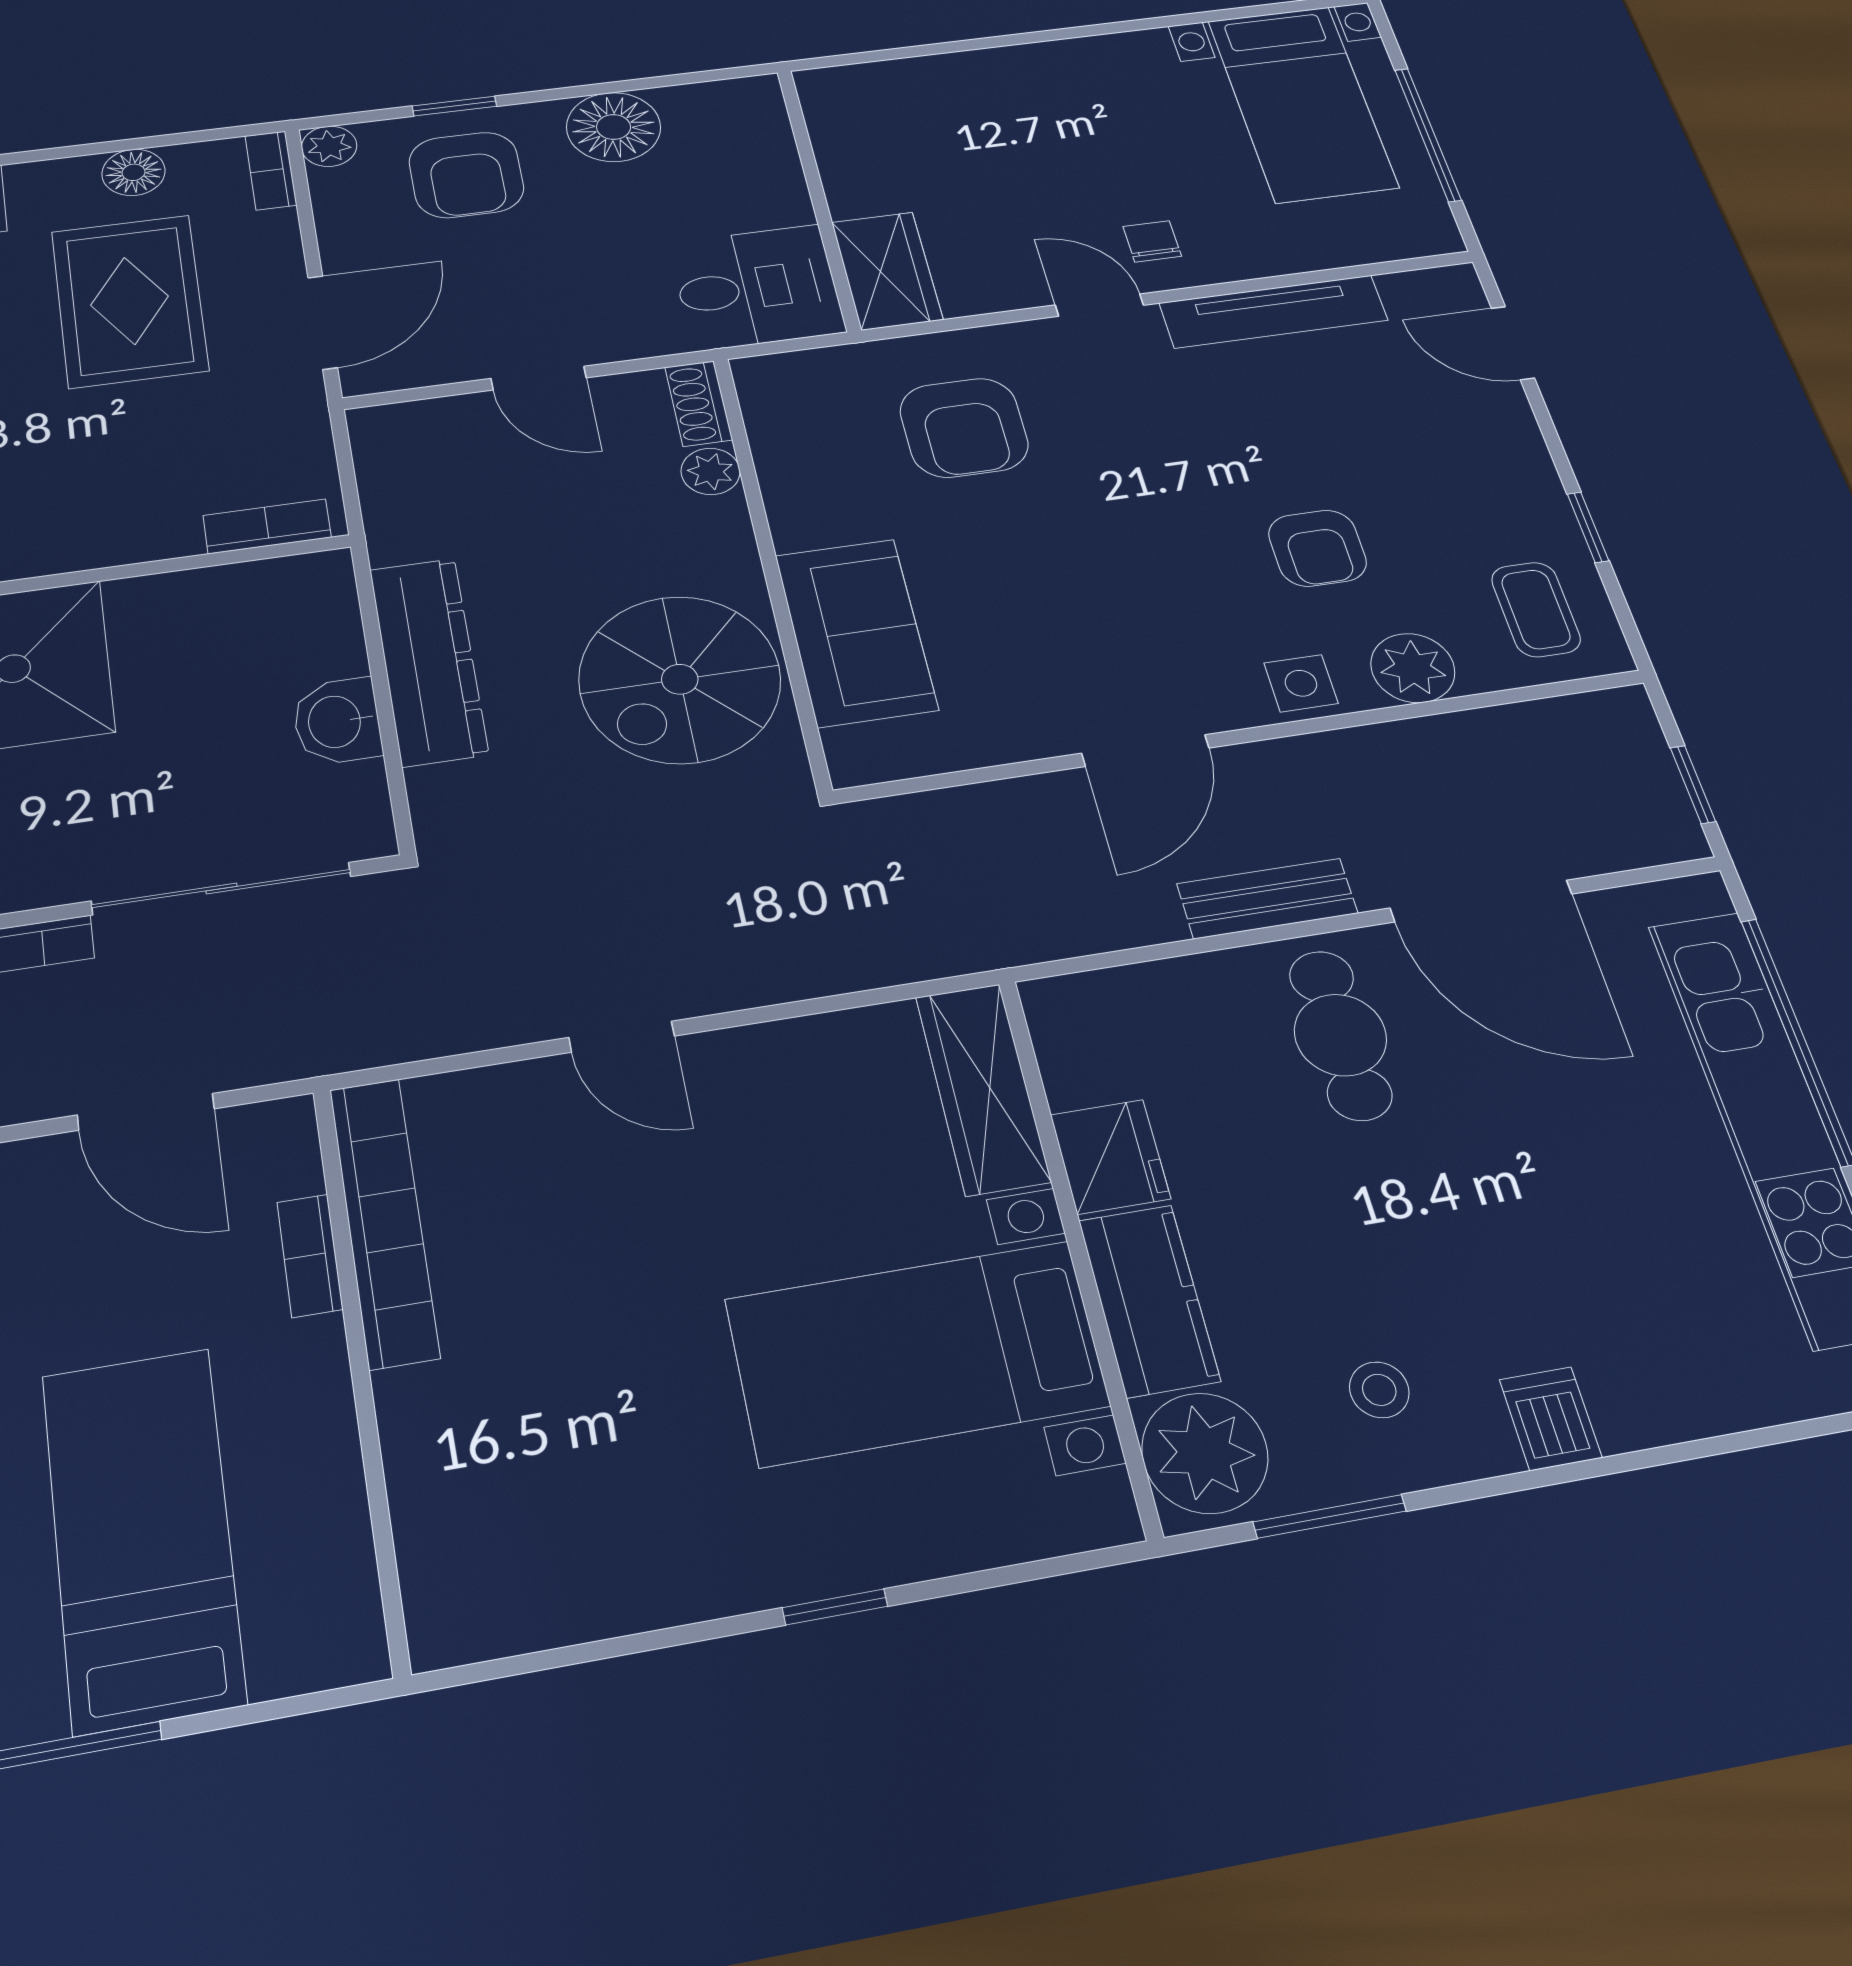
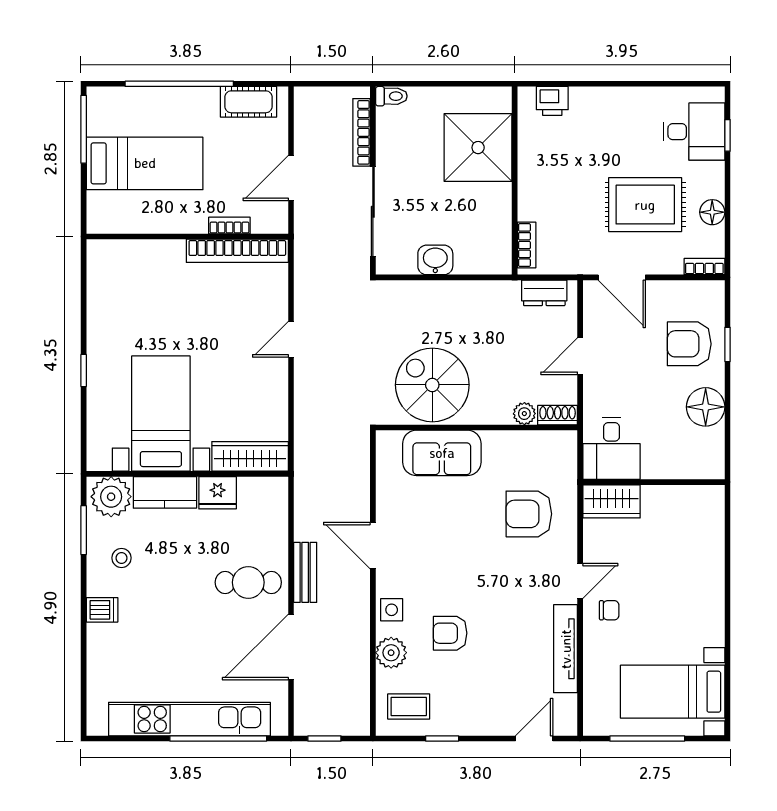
plant: (329, 146) -> (714, 291), removed
dresser: (428, 661) -> (544, 293), moved, width x0.51, depth x0.80

